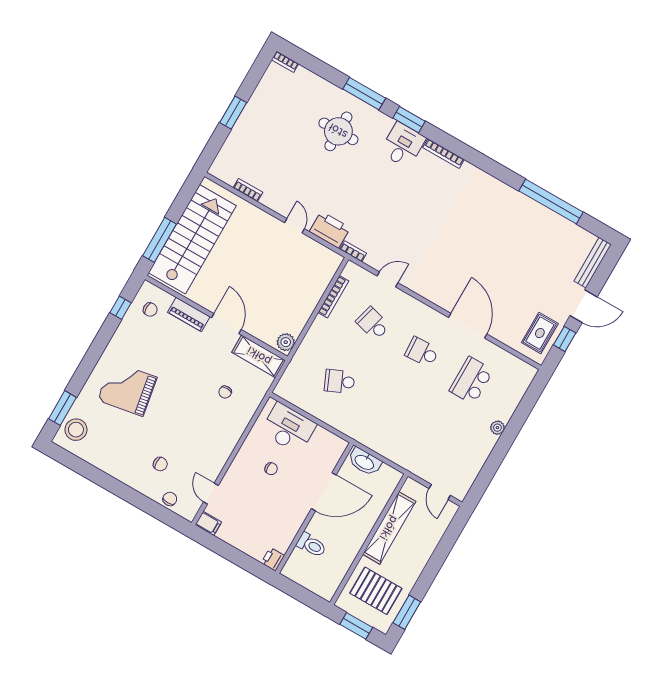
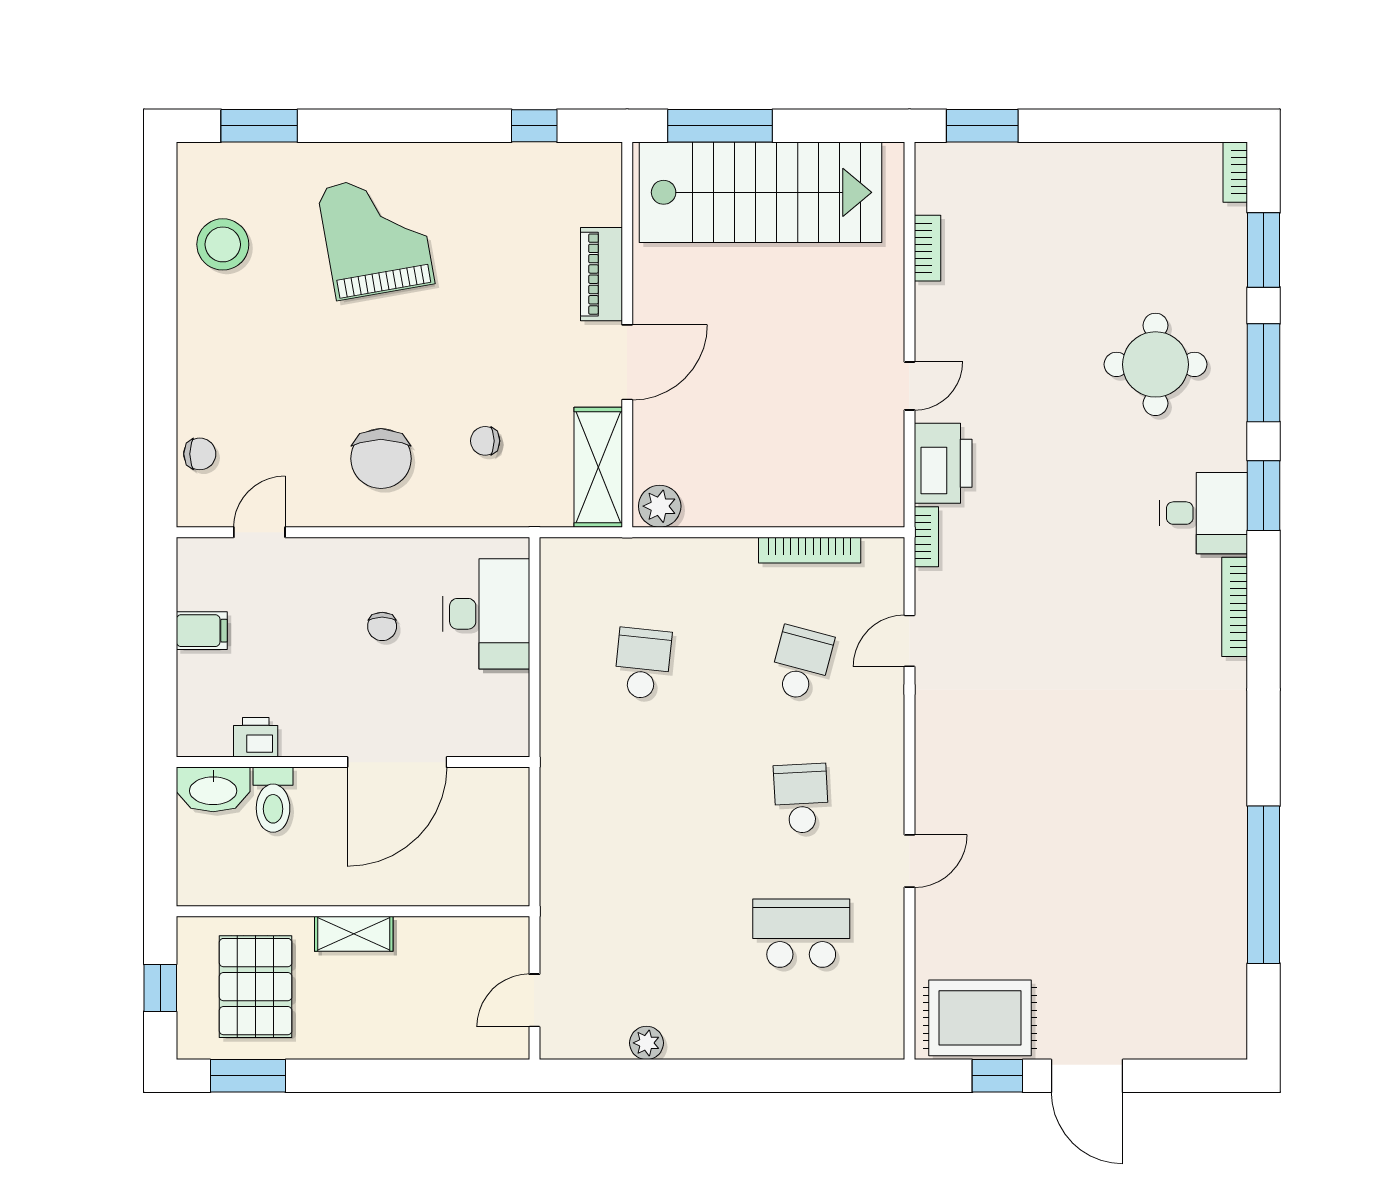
window: (319, 68) -> (1264, 250), added
window: (233, 113) -> (982, 126), moved
bench: (593, 263) -> (1187, 1043), removed
door: (387, 279) -> (909, 641), swing flipped
chair: (150, 310) -> (566, 189), removed
door: (468, 326) -> (909, 861), width x0.53
rug: (540, 333) -> (980, 1018), width x1.36, depth x1.43
school desk: (340, 381) -> (643, 664), turned 30
plant: (497, 428) -> (646, 1043), moved
stool: (76, 430) -> (223, 244), moved
washbasin: (365, 462) -> (213, 789), moved, turned -90
chair: (160, 464) -> (381, 459), moved, width x1.87, depth x1.87
door: (324, 492) -> (397, 762), hinge flipped
filing cabinet: (208, 523) -> (202, 631), moved, turned -90
shelving: (389, 528) -> (354, 934), width x0.45, depth x0.75
printer: (273, 559) -> (256, 737), moved
window: (356, 626) -> (160, 988), width x0.67

